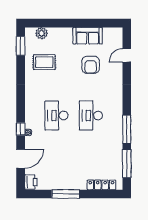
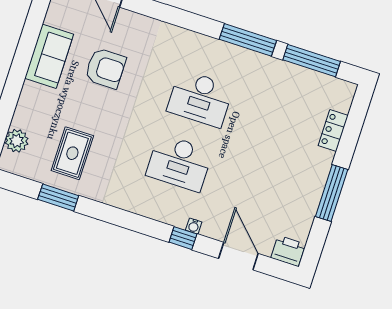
window: (21, 46) -> (58, 197), moved
locker: (101, 185) -> (333, 130), width x0.66

